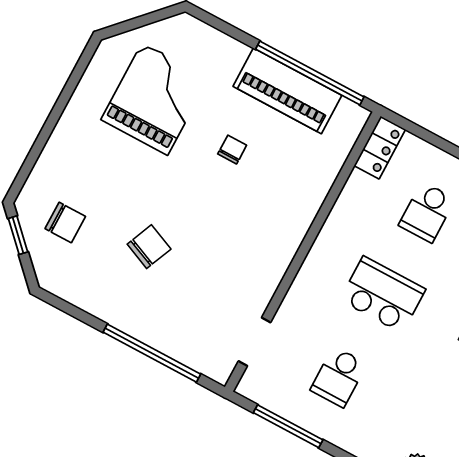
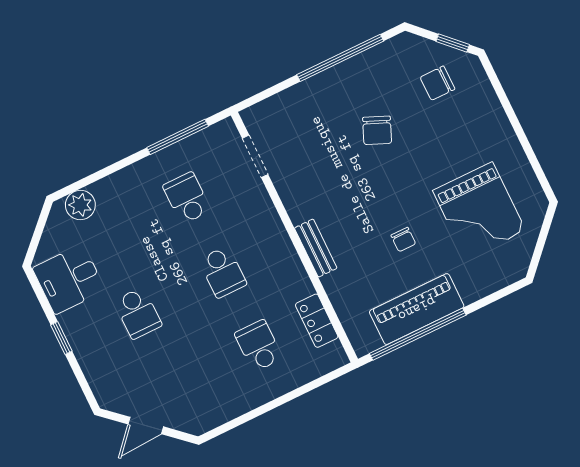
locker: (380, 148) -> (317, 321), moved
bench: (299, 225) -> (316, 248), added
school desk: (383, 295) -> (223, 272), width x0.54
window: (152, 353) -> (340, 58), moved

